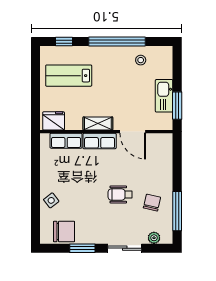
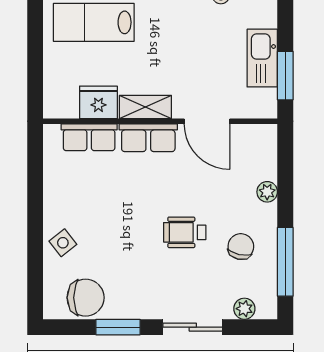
fridge: (54, 121) -> (98, 102), moved
plant: (167, 172) -> (267, 192), added

